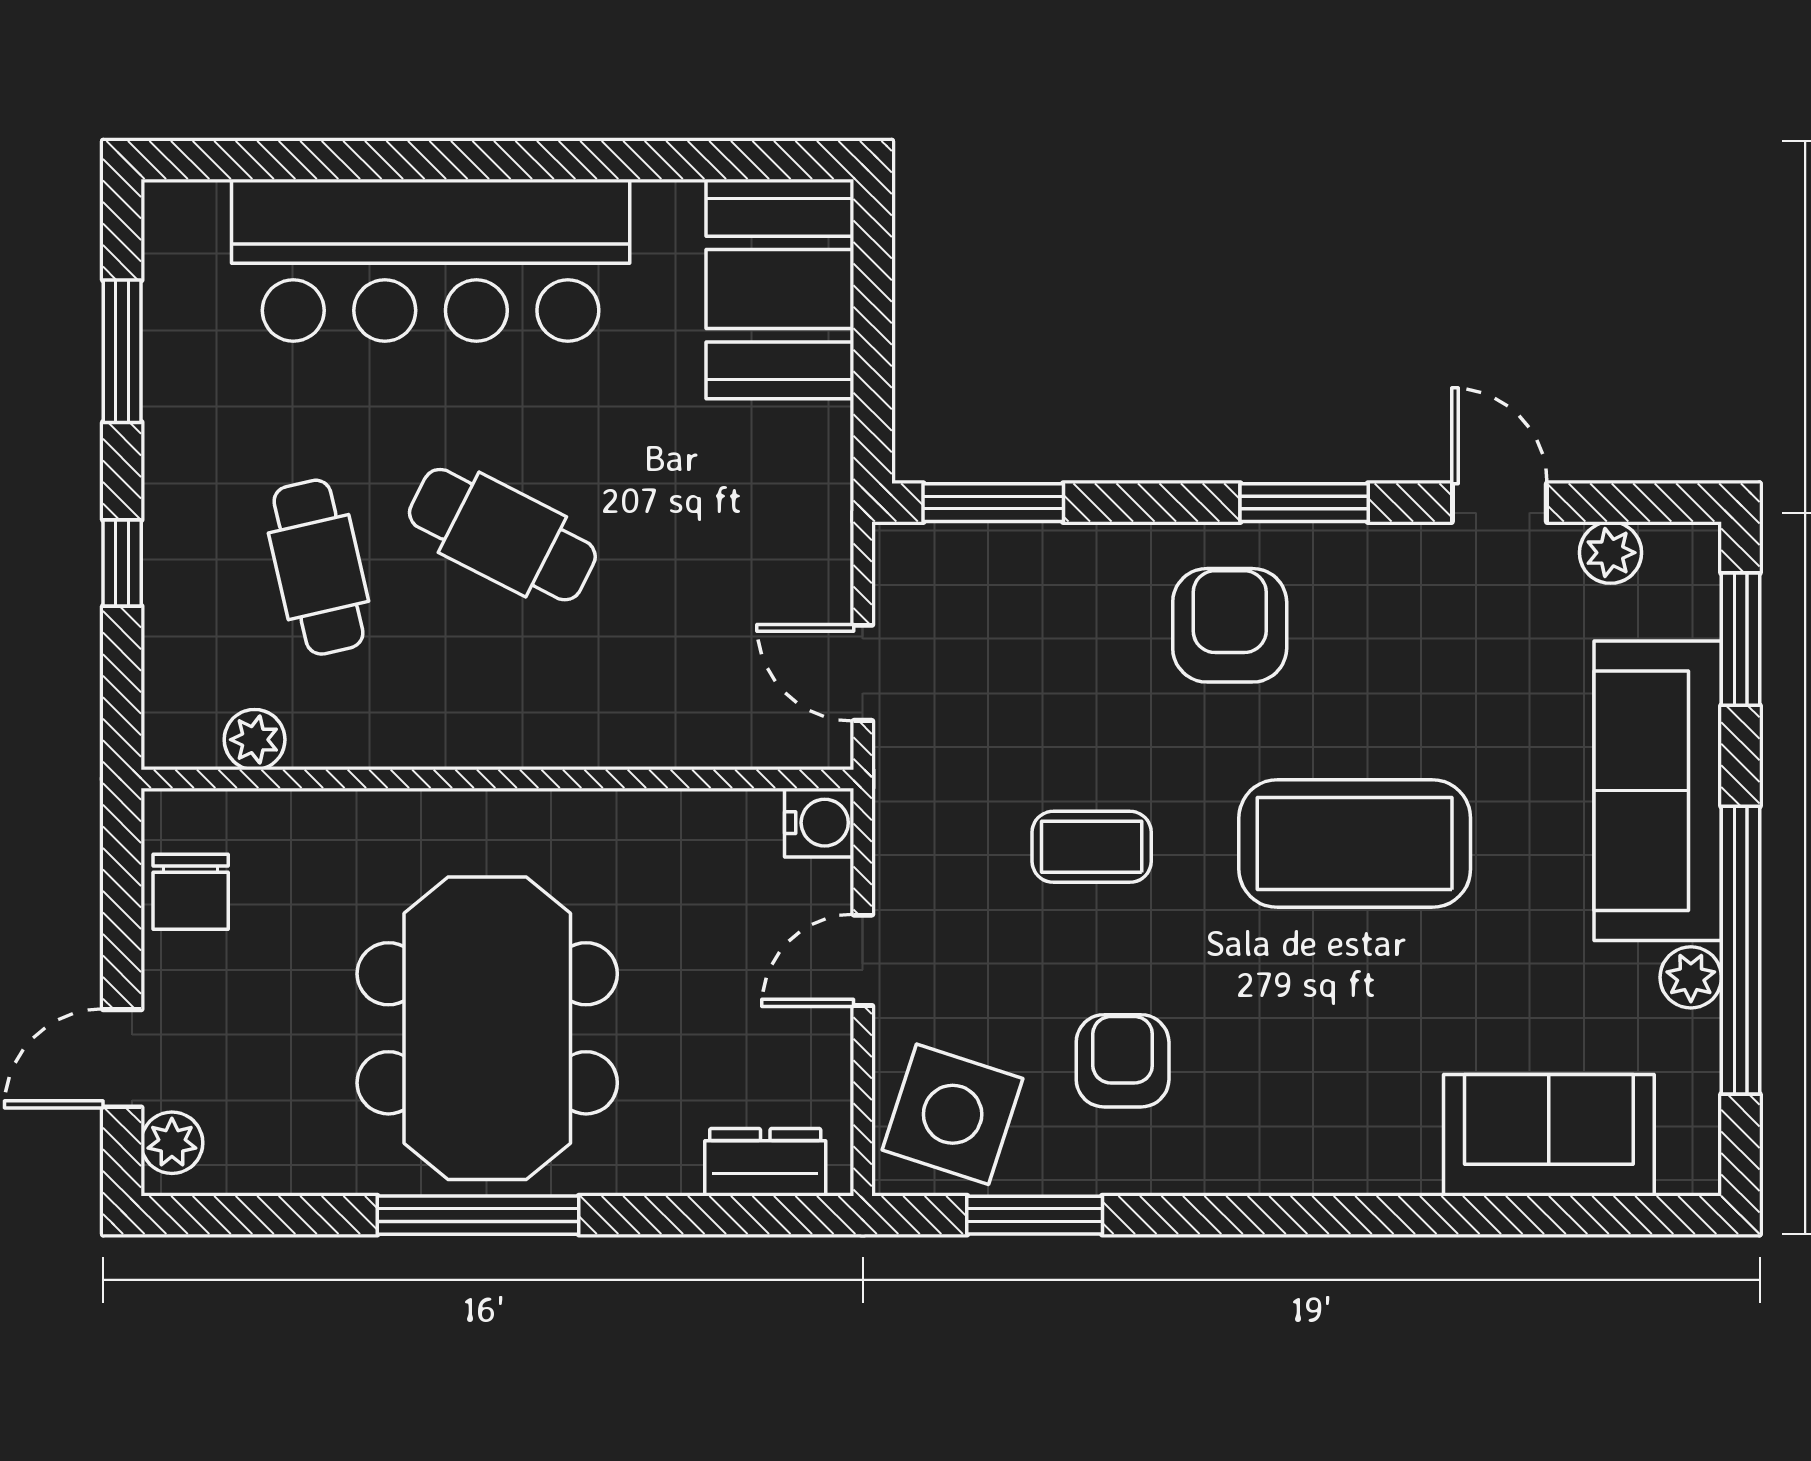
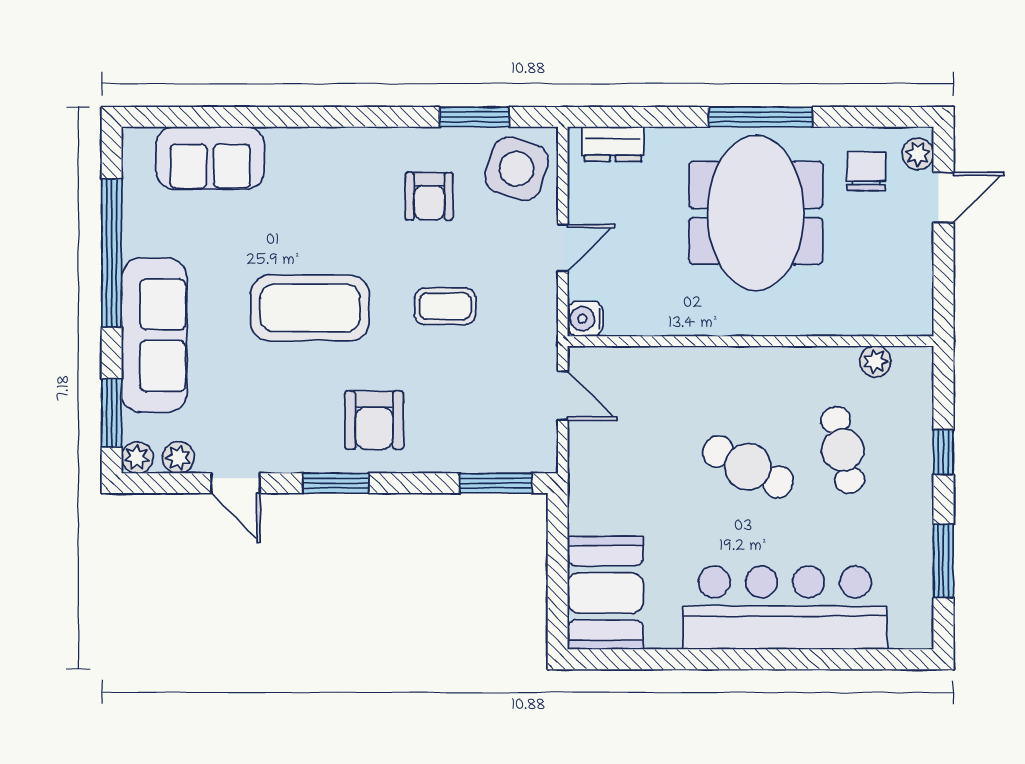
chair: (191, 892) -> (866, 171), moved
plant: (1691, 977) -> (137, 458), moved

